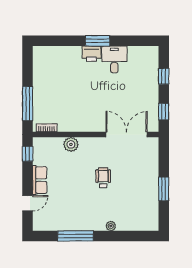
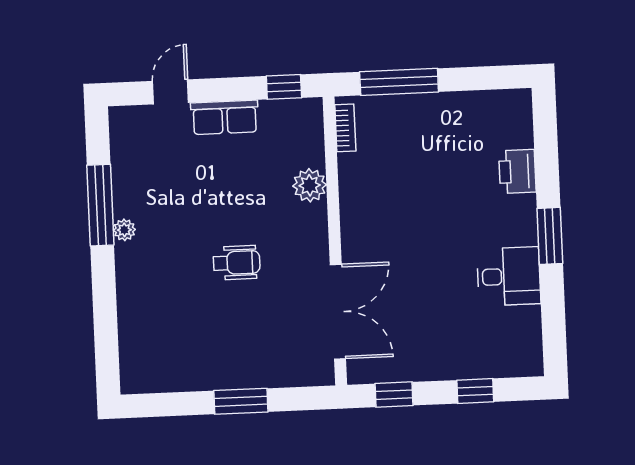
printer: (91, 54) -> (517, 171), moved
window: (164, 189) -> (241, 401), moved
door: (28, 203) -> (170, 92), swing flipped
plant: (111, 226) -> (124, 230), moved

